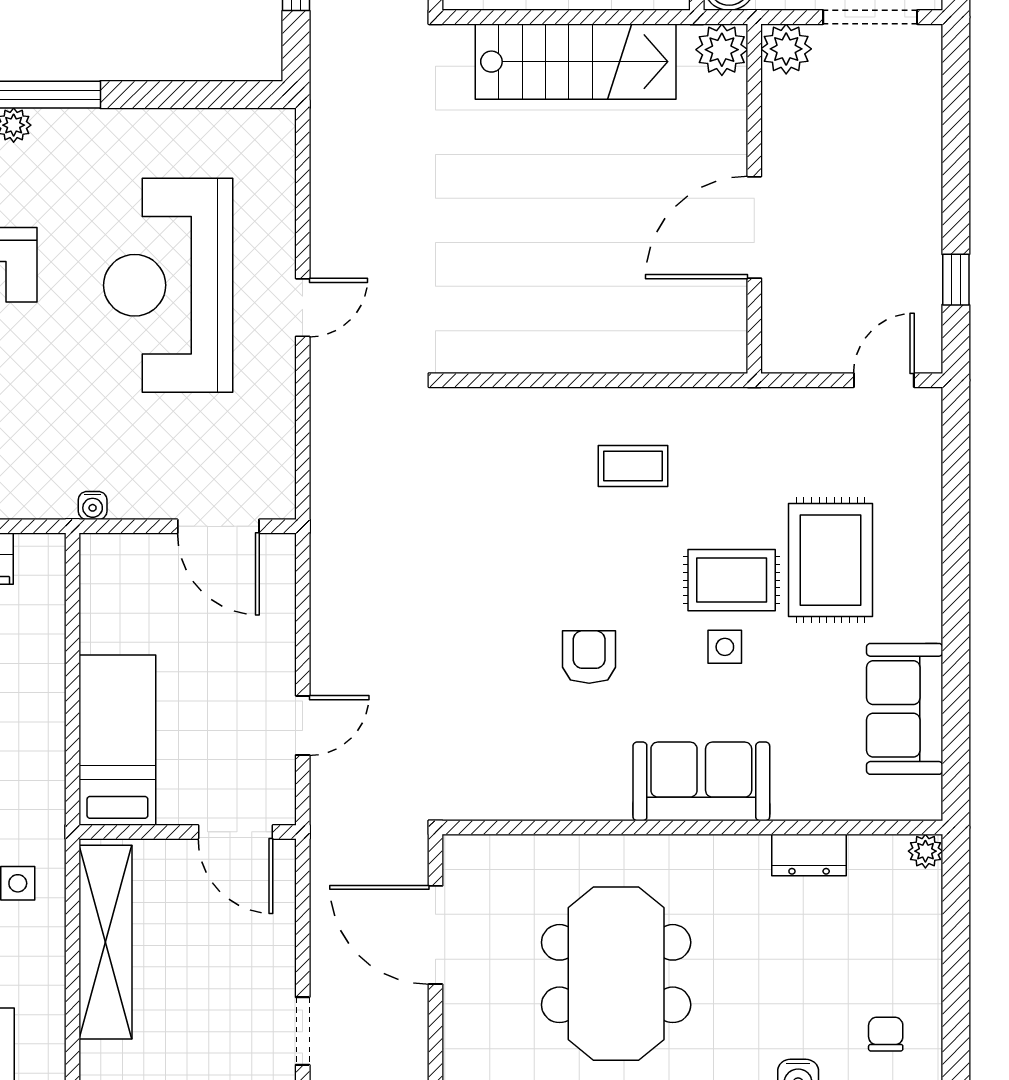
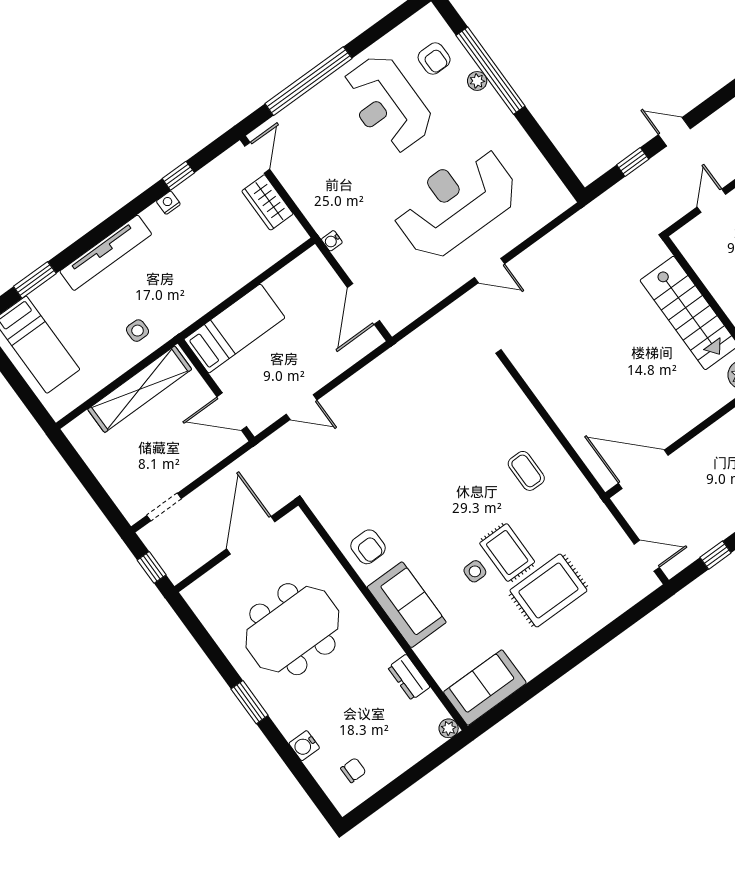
door: (754, 227) -> (643, 469), moved
armchair: (589, 657) -> (368, 547), moved, turned 89
sofa: (905, 709) -> (485, 688), moved
door: (236, 832) -> (232, 412), hinge flipped

